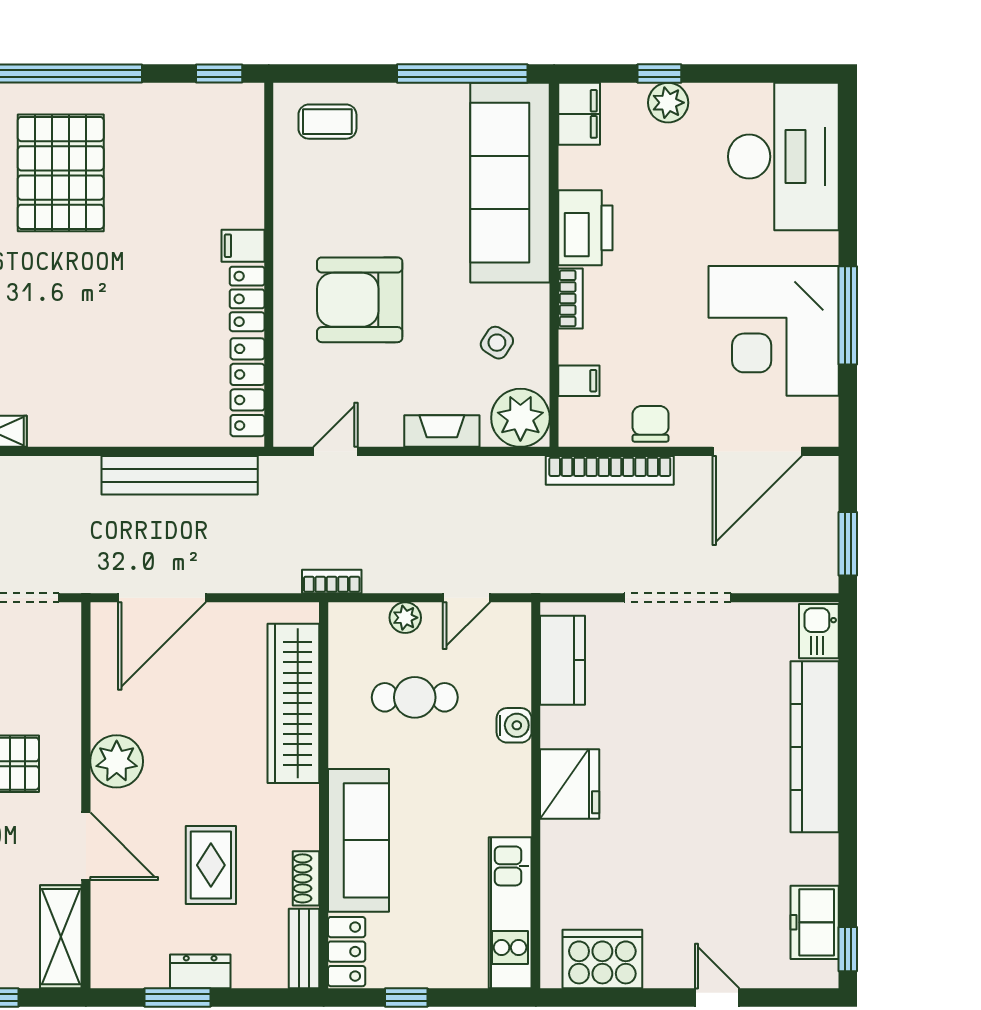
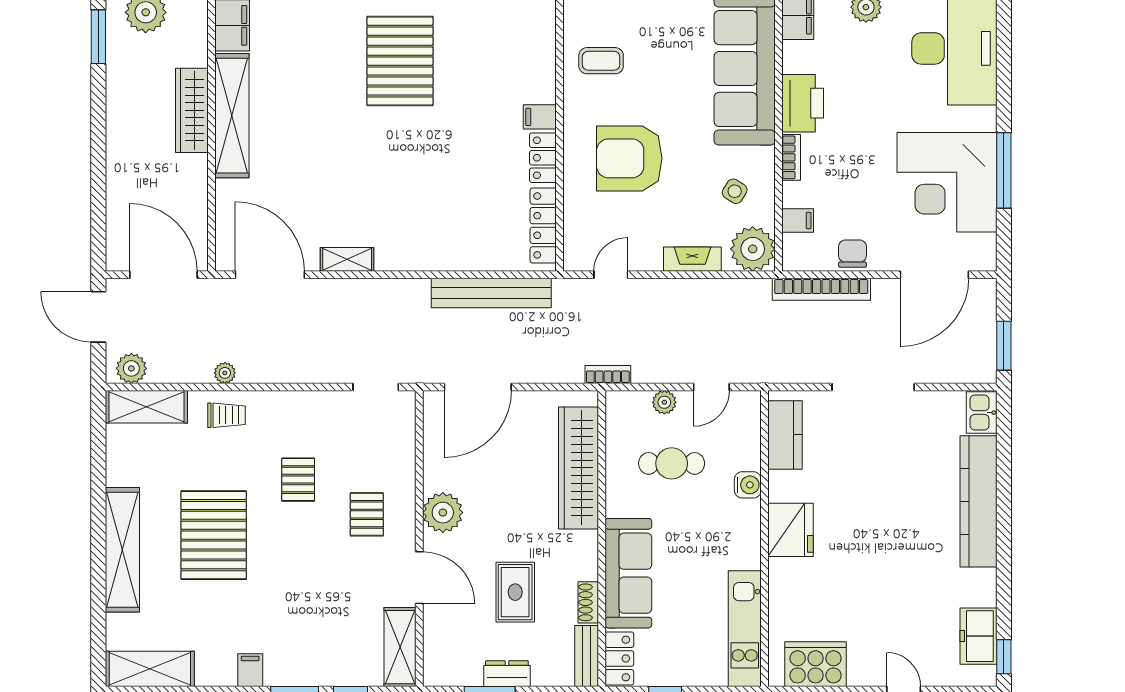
coffee table: (327, 122) -> (601, 61), moved

